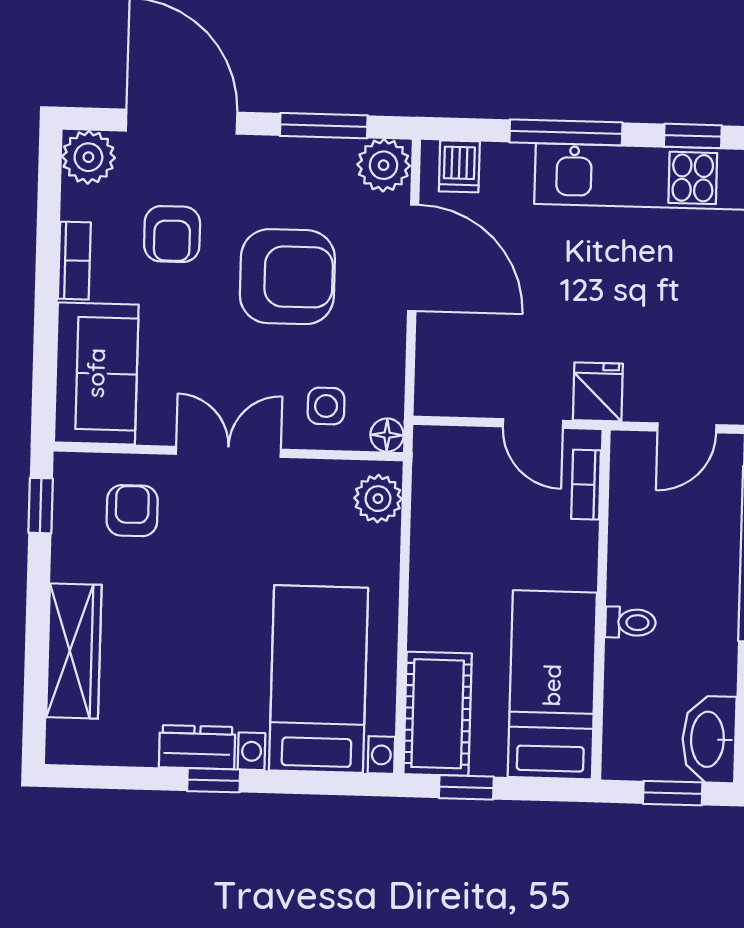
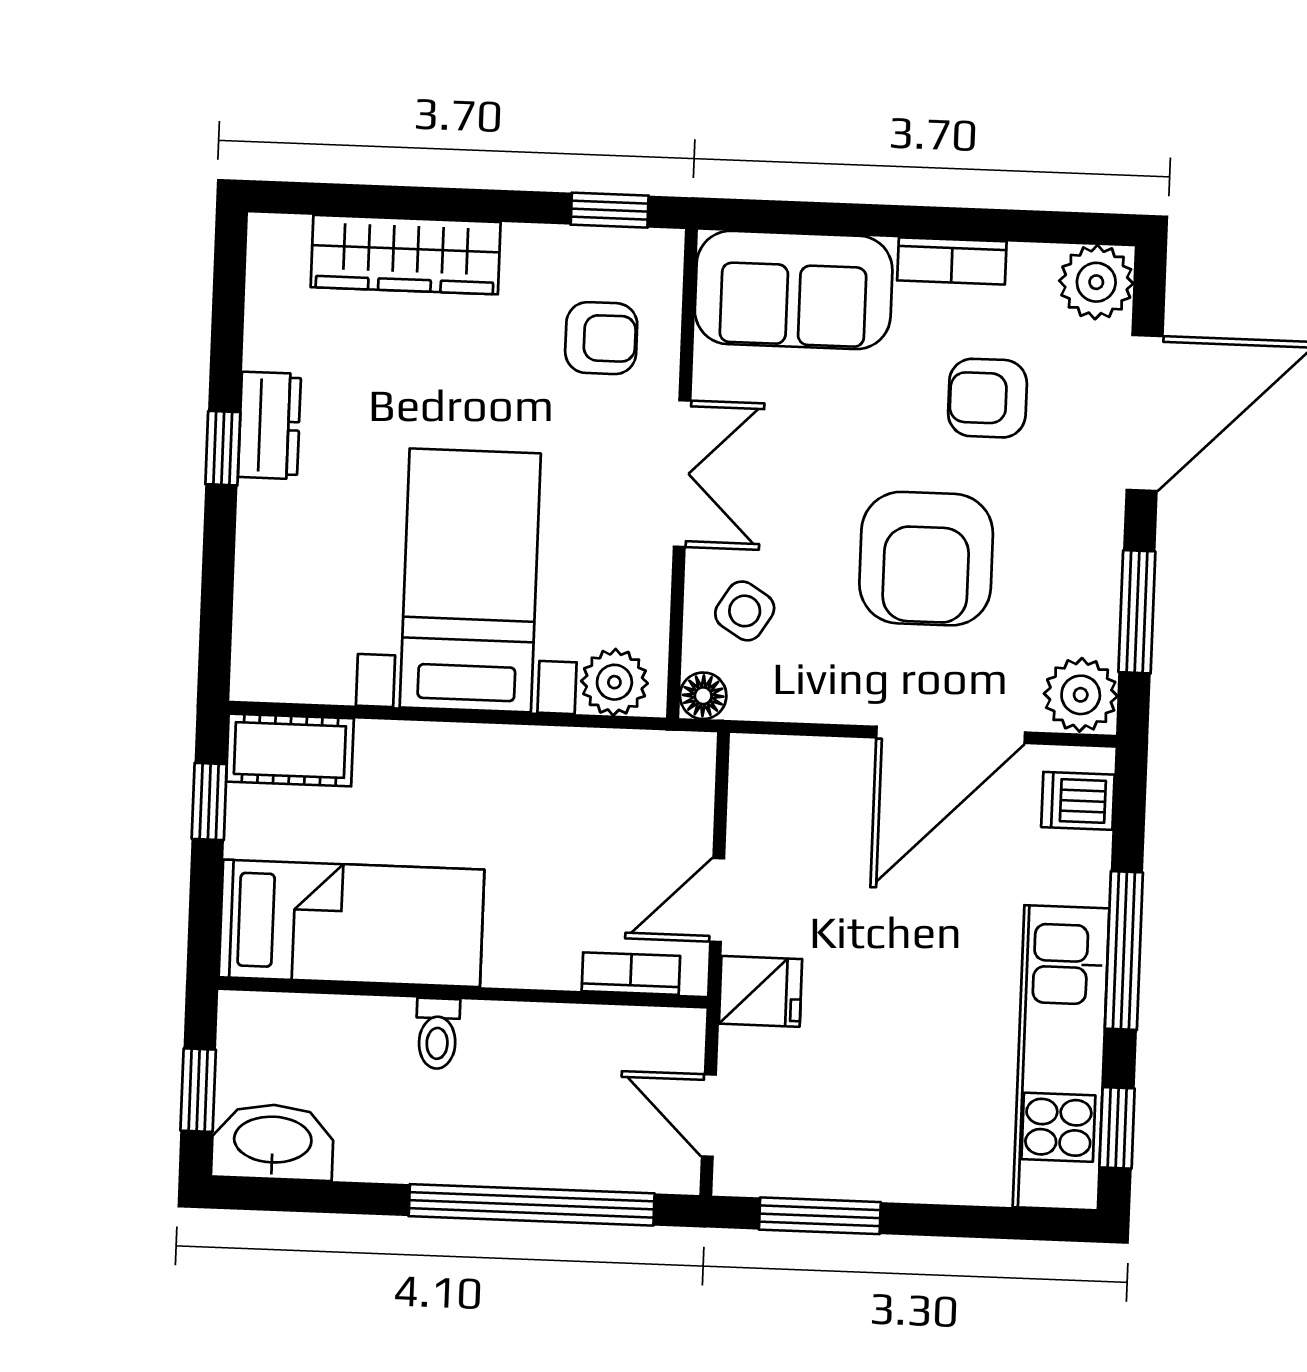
side table: (326, 406) -> (745, 611), turned 32
bed with nightstands: (319, 679) -> (470, 580), moved, turned -90
cot: (438, 714) -> (290, 750), width x0.73, depth x0.75

